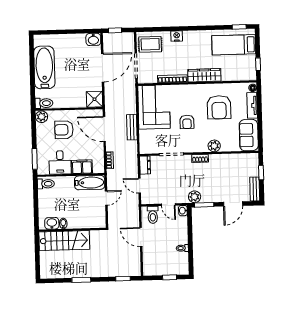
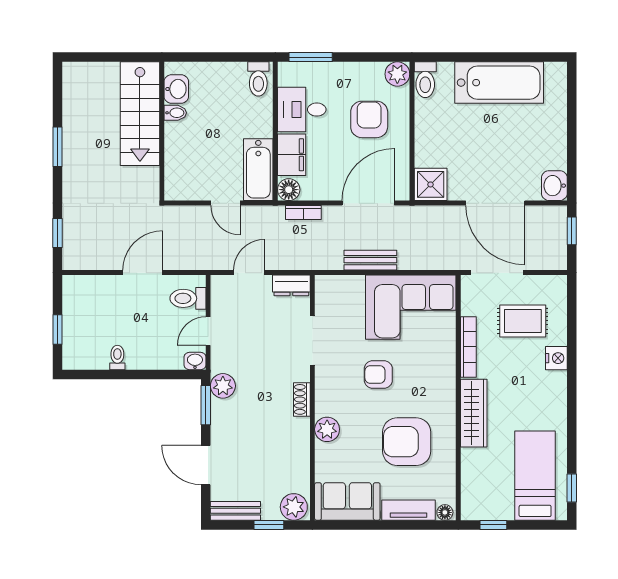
rug: (150, 44) -> (523, 321), moved, turned 90
plant: (252, 161) -> (294, 507), added
floor lamp: (99, 168) -> (289, 190), added

